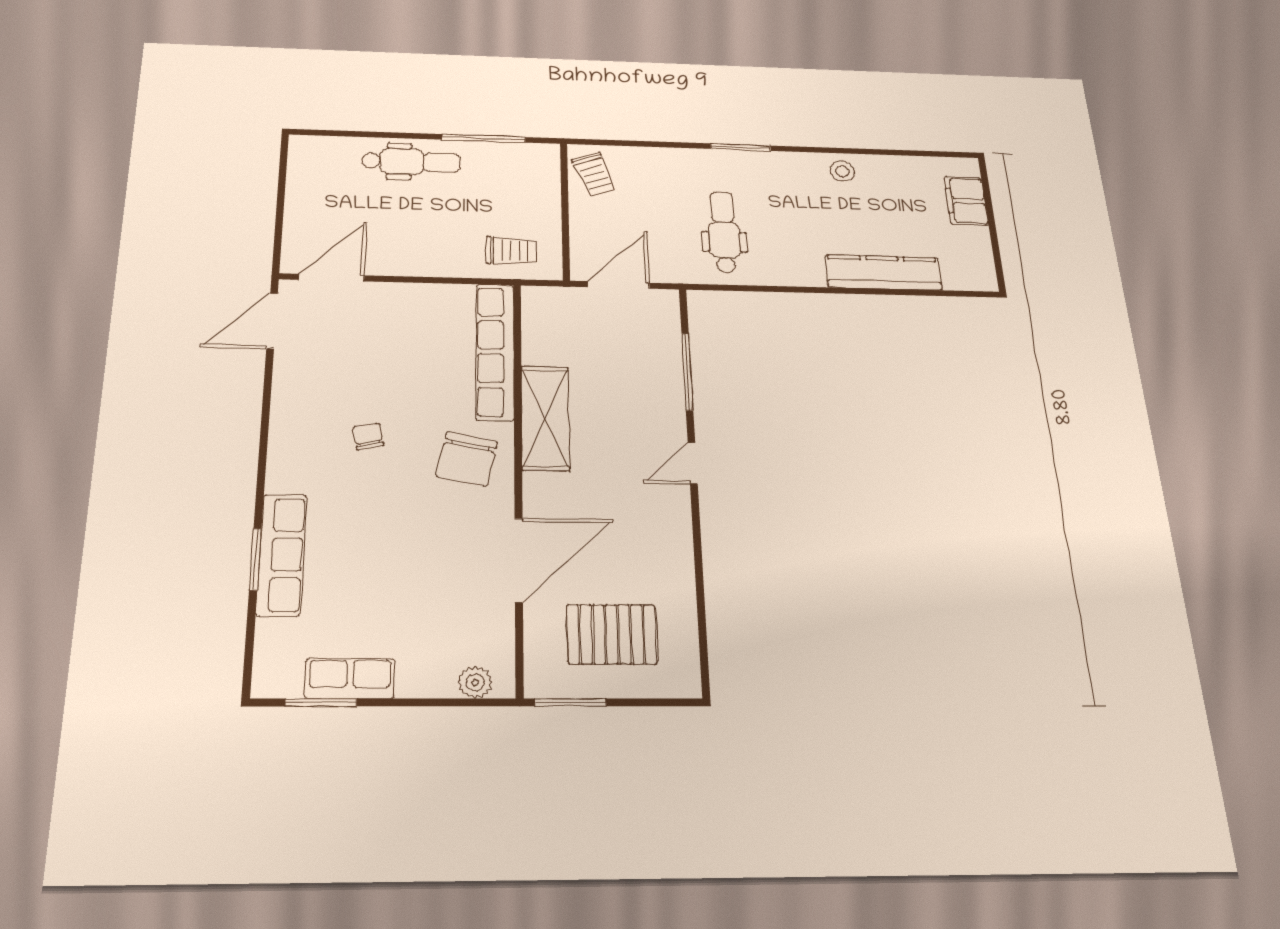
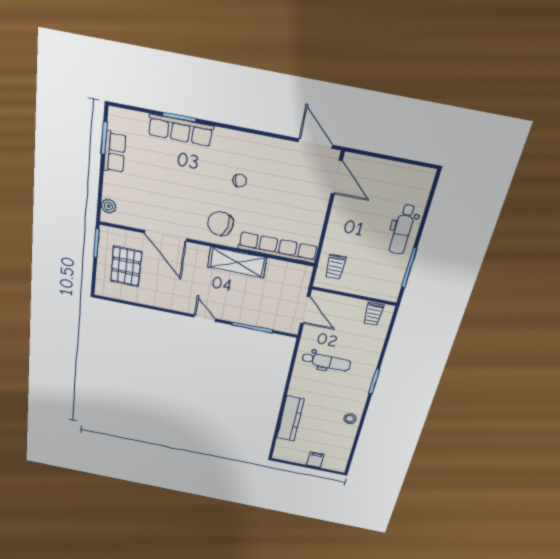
trolley: (594, 174) -> (373, 314), turned -70
filing cabinet: (966, 201) -> (315, 460), width x0.50

